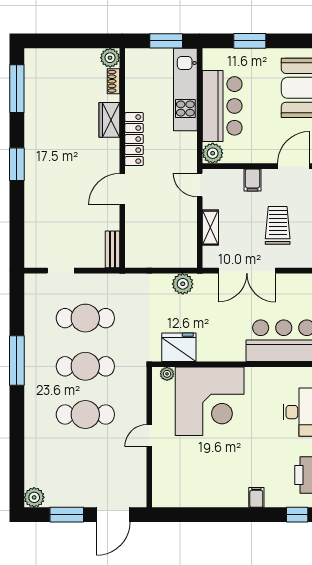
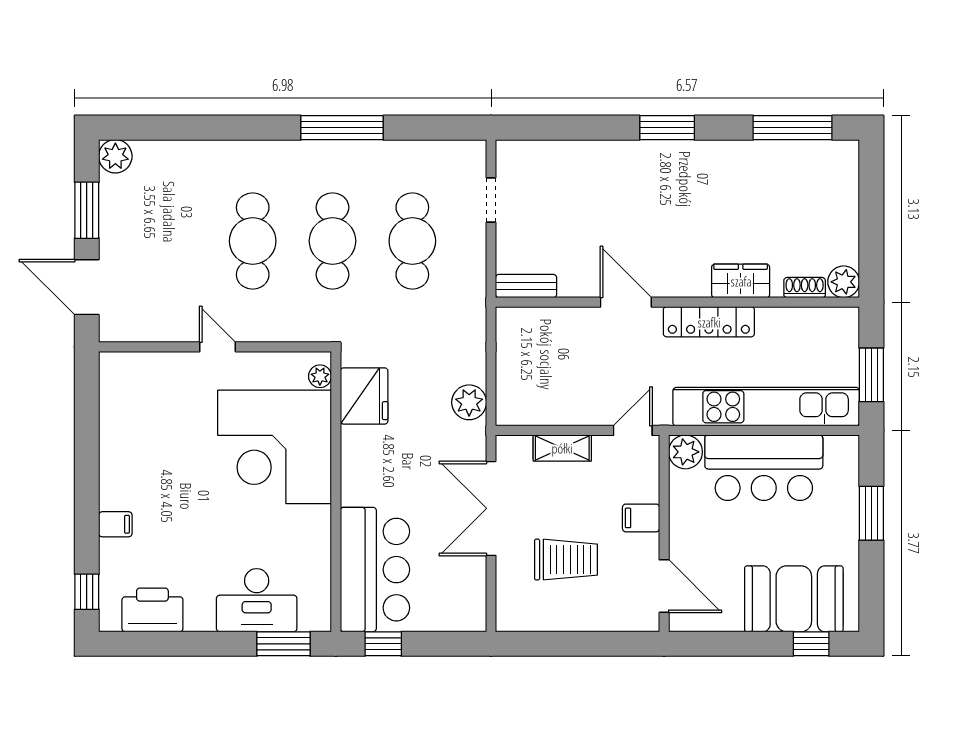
kitchen unit: (185, 89) -> (766, 407), width x1.36

